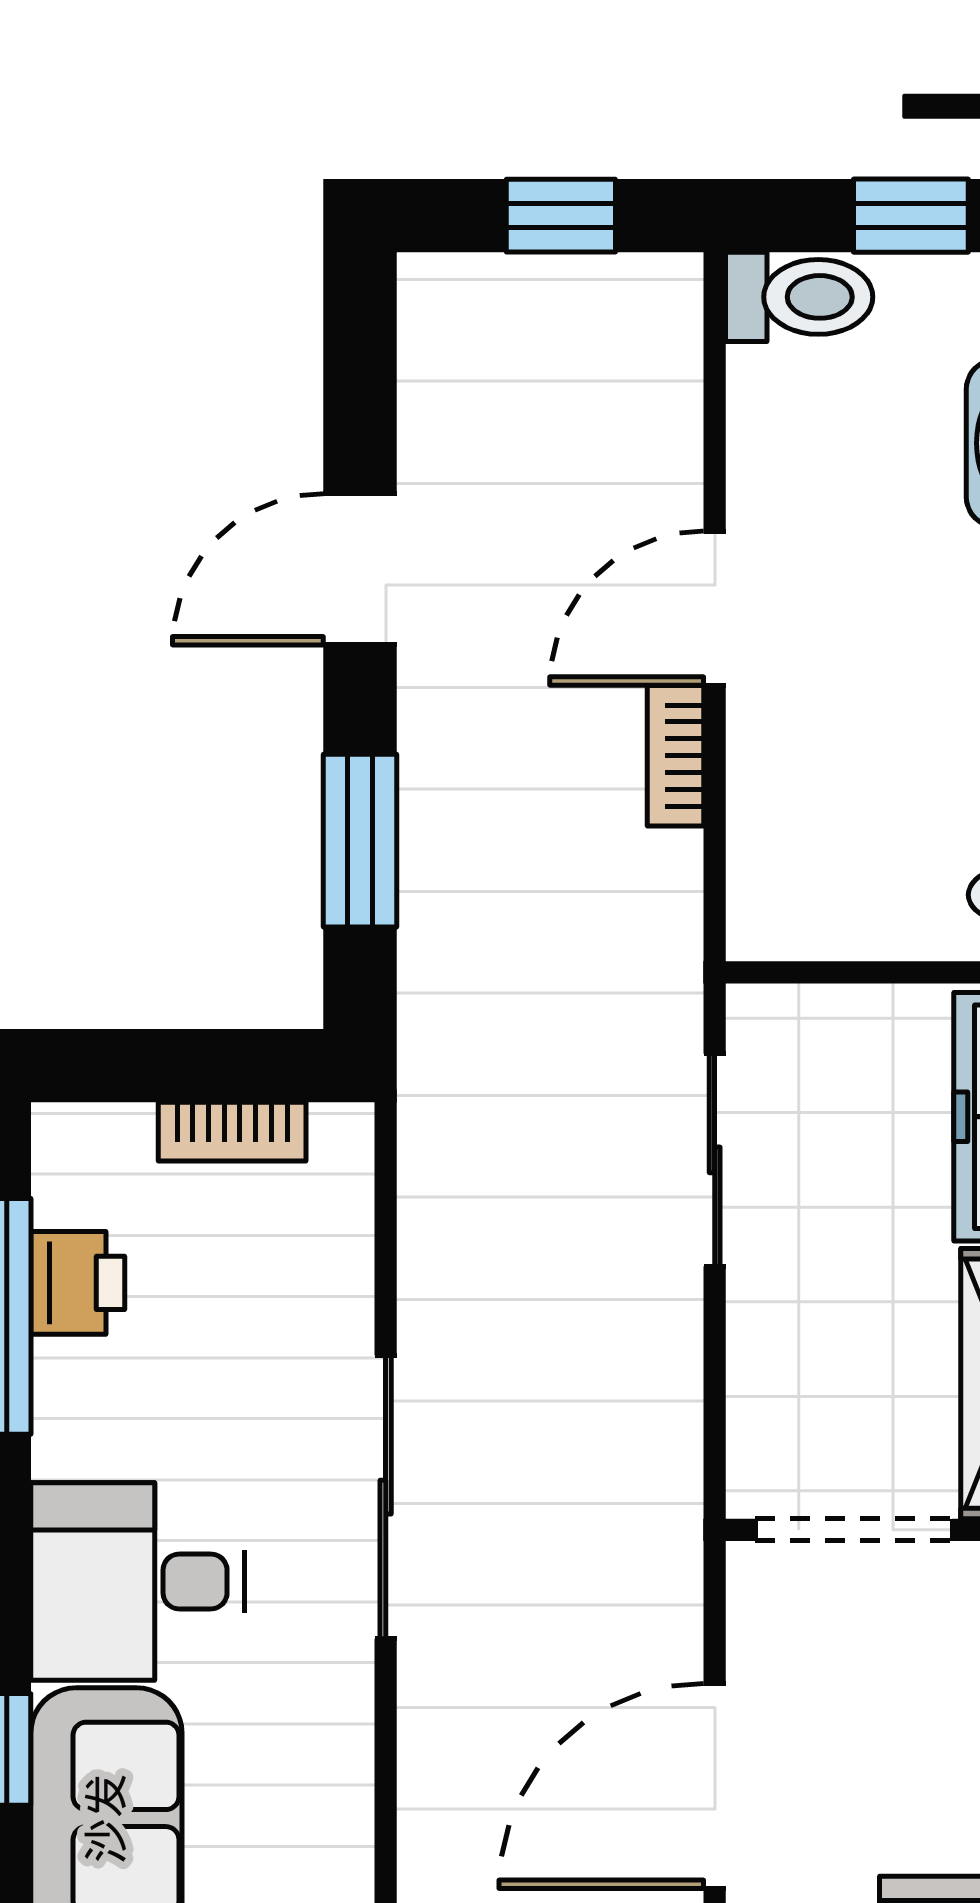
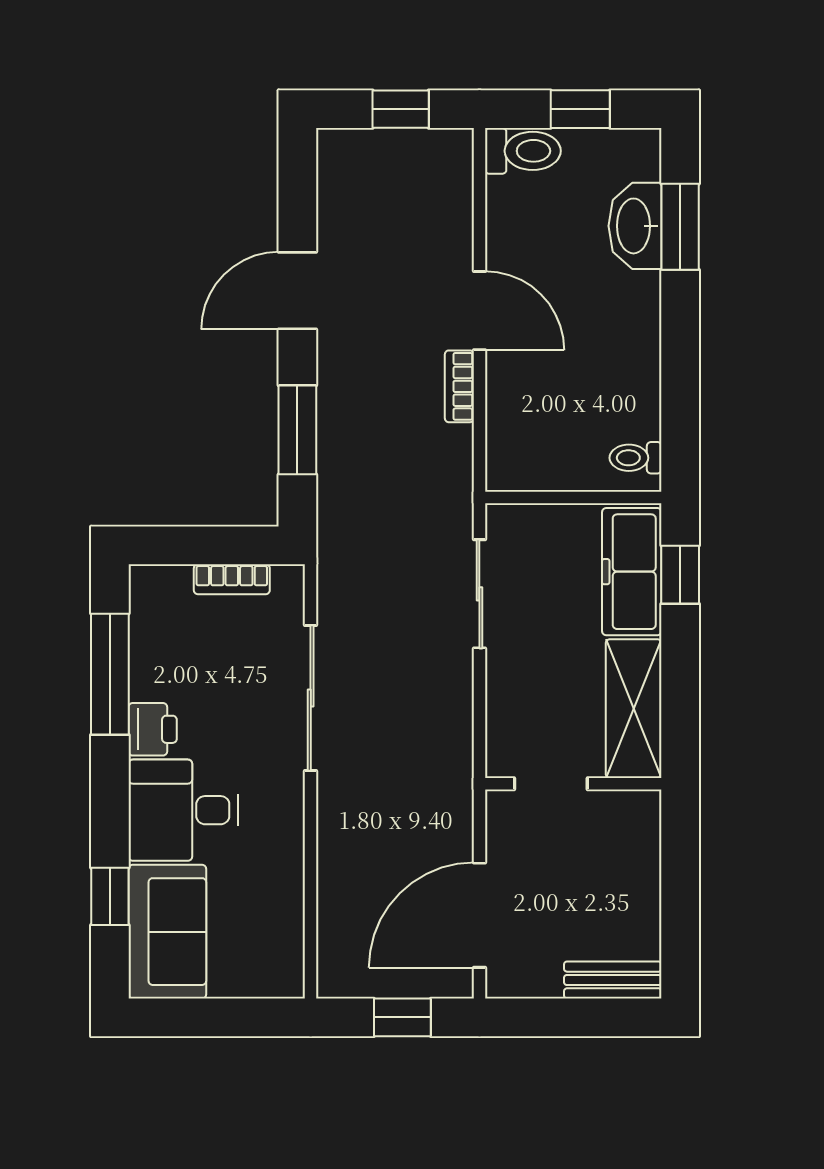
door: (715, 608) -> (479, 311), swing flipped
printer: (78, 1283) -> (153, 729), moved
sliding door: (386, 1497) -> (311, 698), moved
doorway: (854, 1530) -> (551, 784), width x0.73

